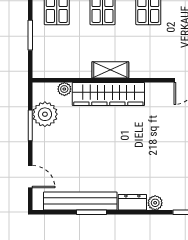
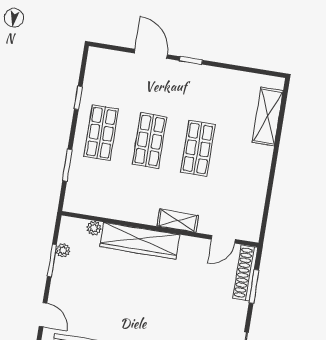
shelving: (110, 70) -> (178, 221), moved
plant: (45, 114) -> (63, 250), width x0.53, depth x0.53

